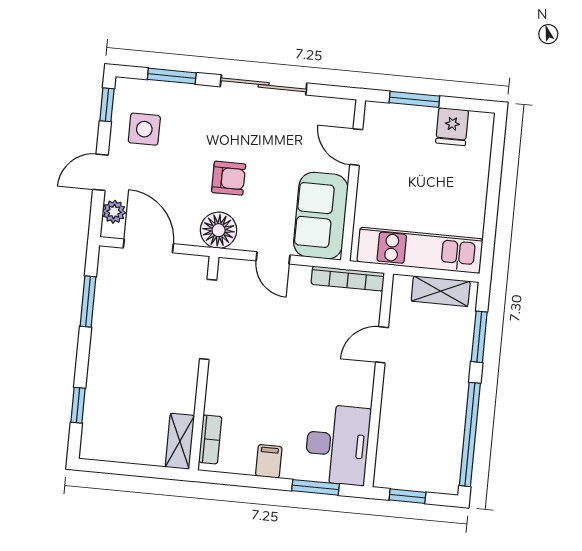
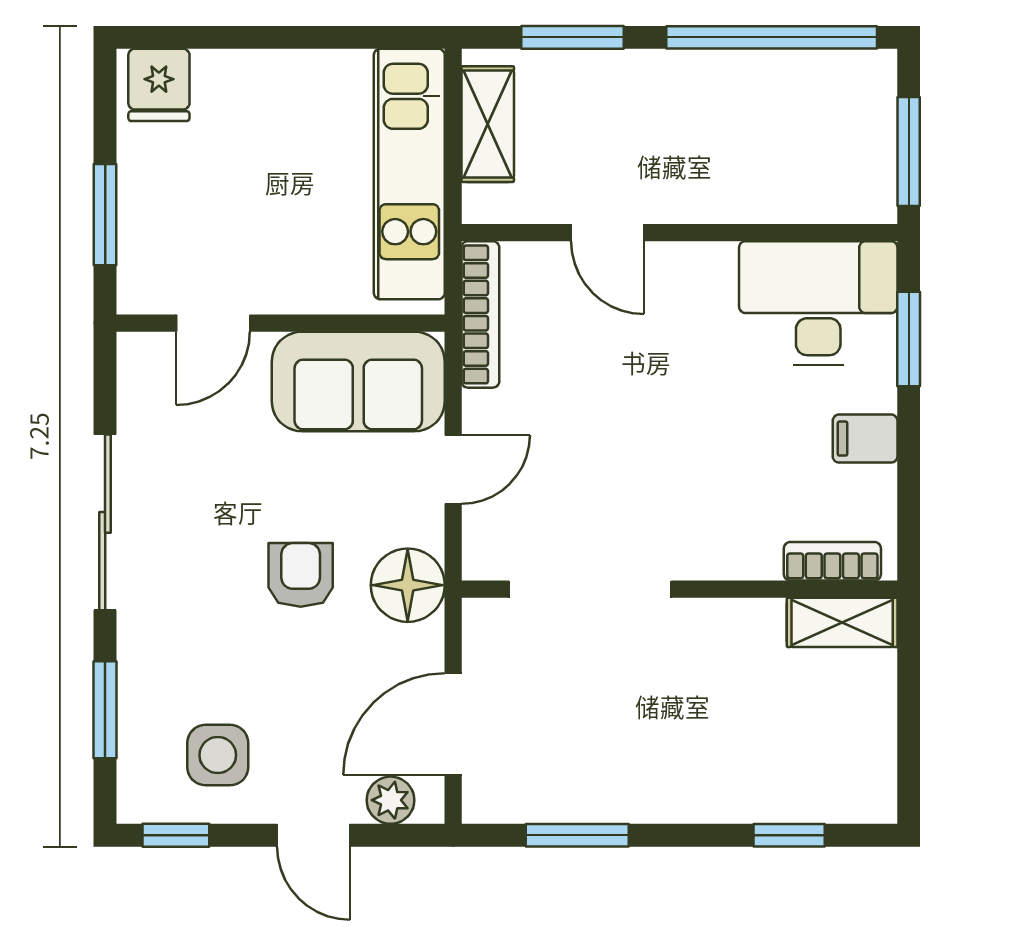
fridge: (452, 127) -> (159, 85), moved, turned 90
window: (407, 496) -> (909, 151), width x1.50

